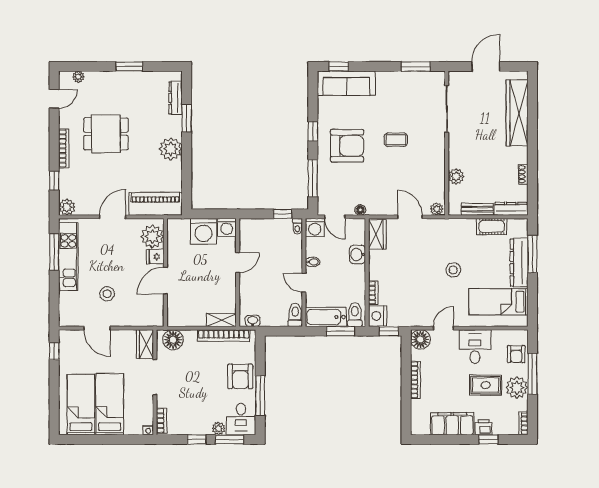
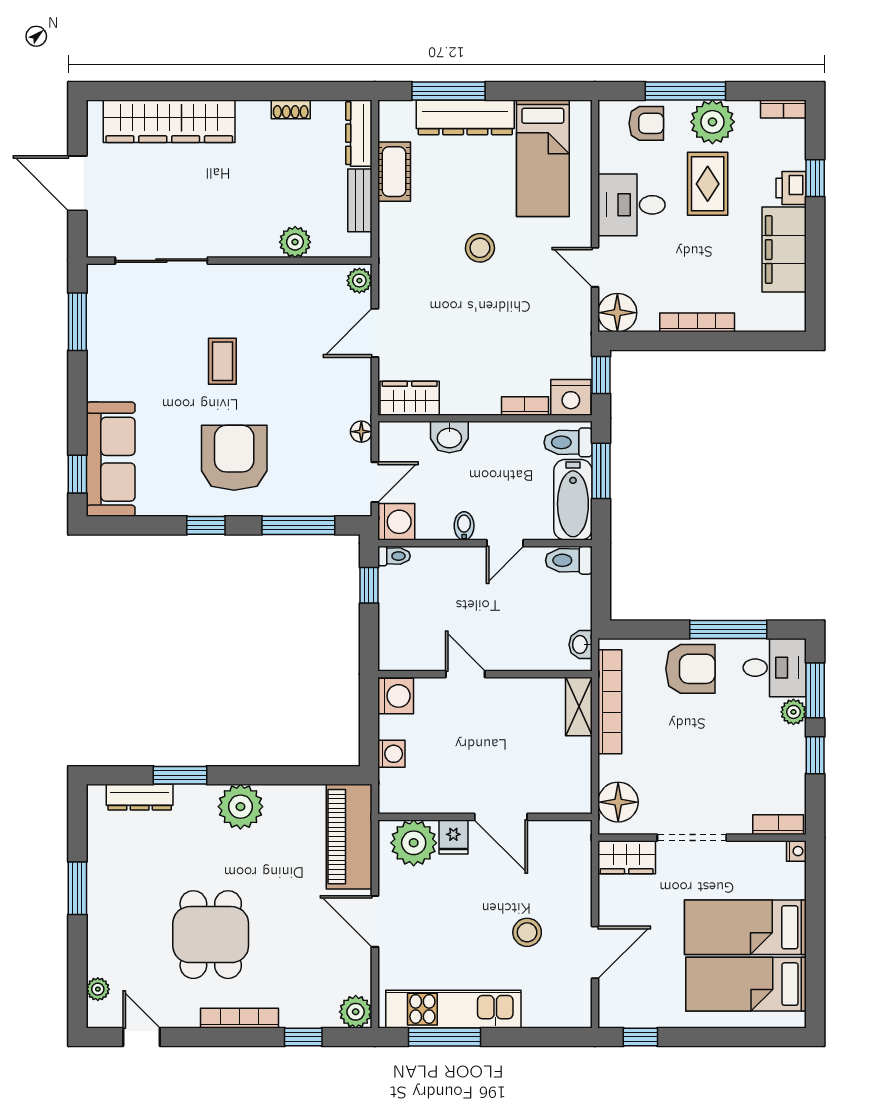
washing machine: (203, 231) -> (391, 754), width x0.53, depth x0.53

